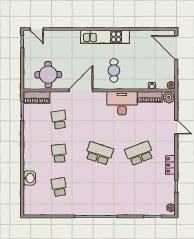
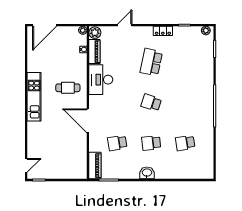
round table: (48, 75) -> (72, 154), removed
school desk: (99, 153) -> (151, 103), width x0.54
school desk: (139, 153) -> (151, 62), turned 33
washbasin: (29, 178) -> (147, 173), moved

